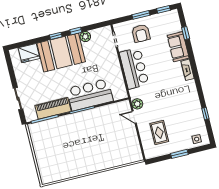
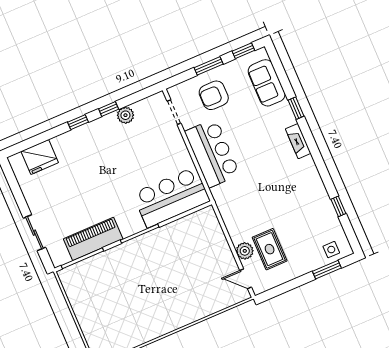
armchair: (141, 33) -> (214, 95), turned 90
window: (186, 33) -> (296, 108), moved
sofa: (178, 47) -> (267, 83), moved
booth: (61, 53) -> (91, 147), removed
bar counter: (90, 95) -> (171, 197), moved
plant: (137, 104) -> (245, 251), moved
door: (134, 117) -> (246, 279), moved
window: (179, 154) -> (327, 270), moved

